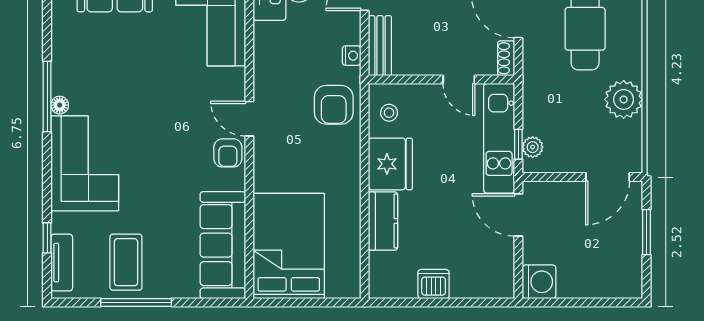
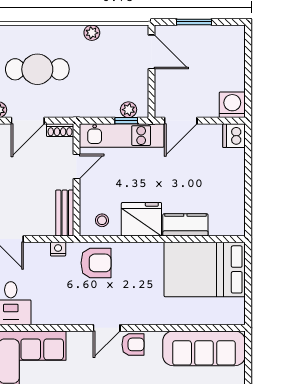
bench: (380, 46) -> (65, 213), moved, turned 90
plant: (624, 99) -> (92, 33), width x0.53, depth x0.53
bed: (289, 246) -> (205, 269), moved
dishwasher: (434, 284) -> (234, 136), moved

